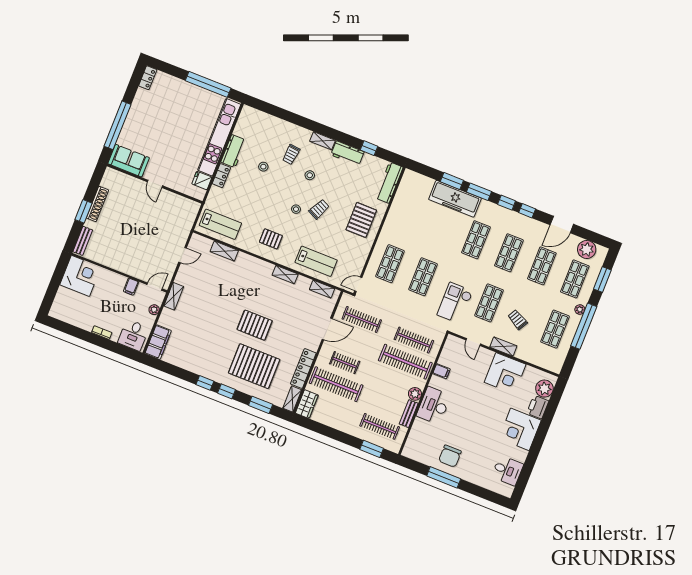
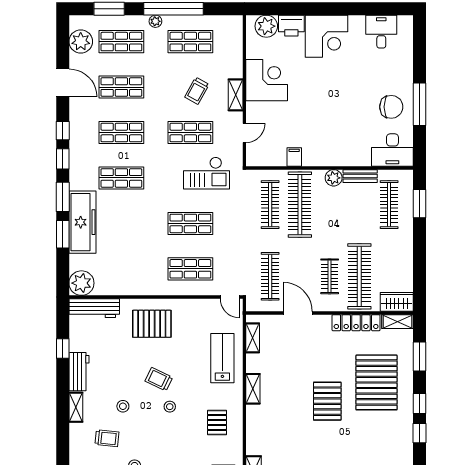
plant: (411, 181) -> (81, 283), added
desk: (434, 406) -> (392, 150), moved

